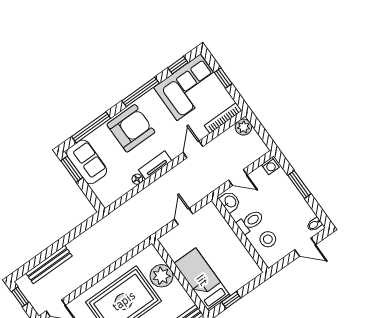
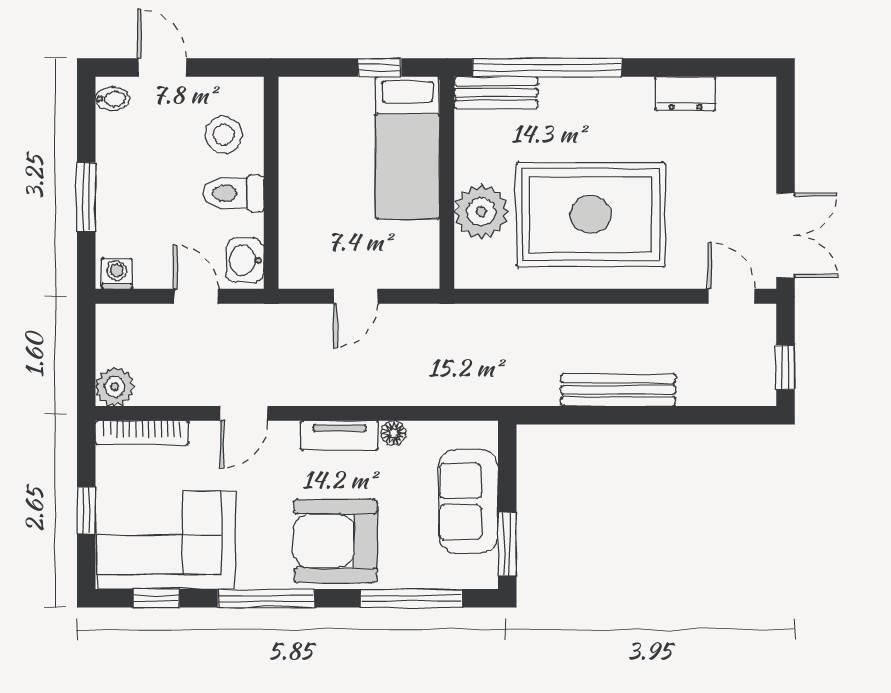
sofa: (87, 162) -> (468, 501), moved
bench: (49, 265) -> (618, 390), moved

